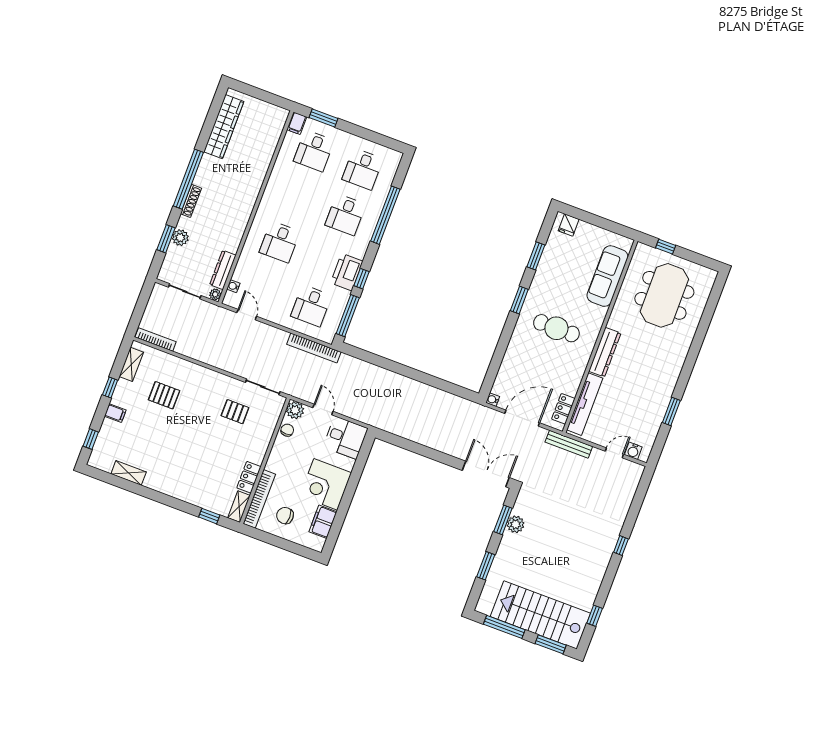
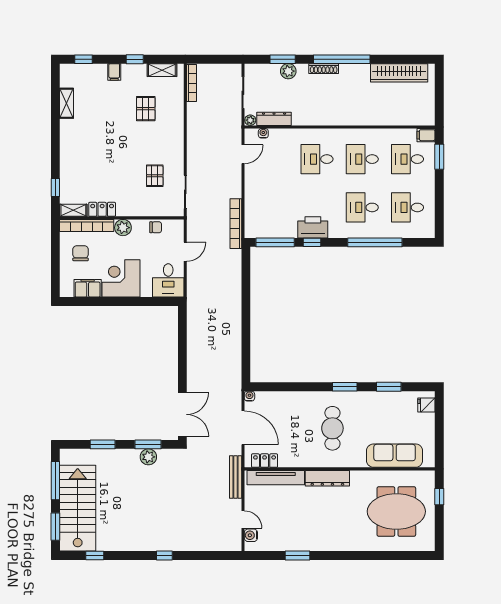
desk: (311, 306) -> (362, 159), moved
plant: (295, 410) -> (123, 228), moved

